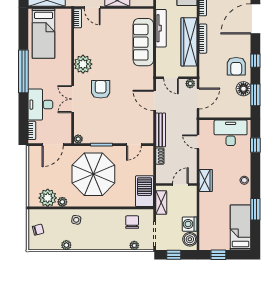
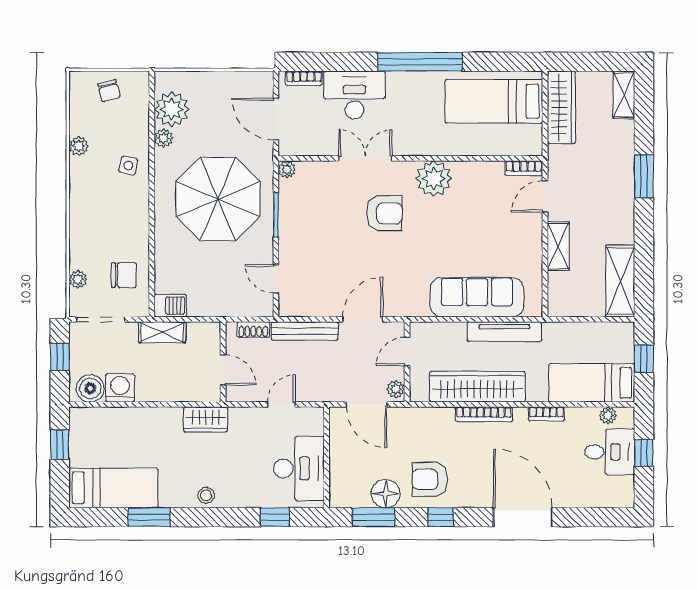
wall: (176, 184) -> (223, 362), moved
door: (180, 184) -> (223, 370), moved
barbecue: (145, 191) -> (170, 306), width x0.53, depth x0.65

